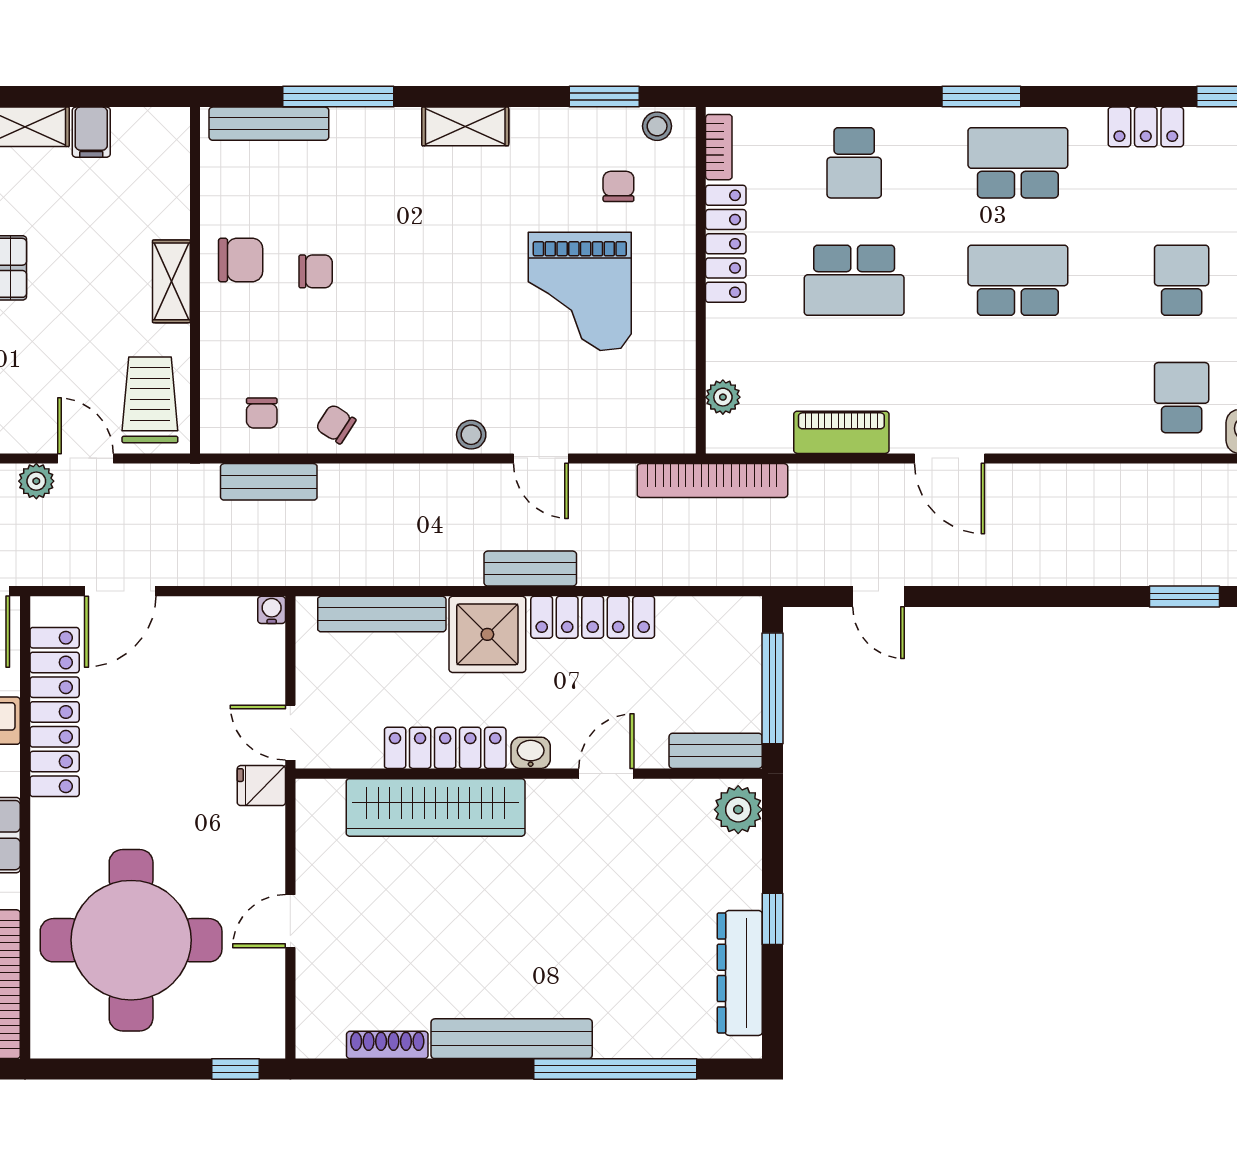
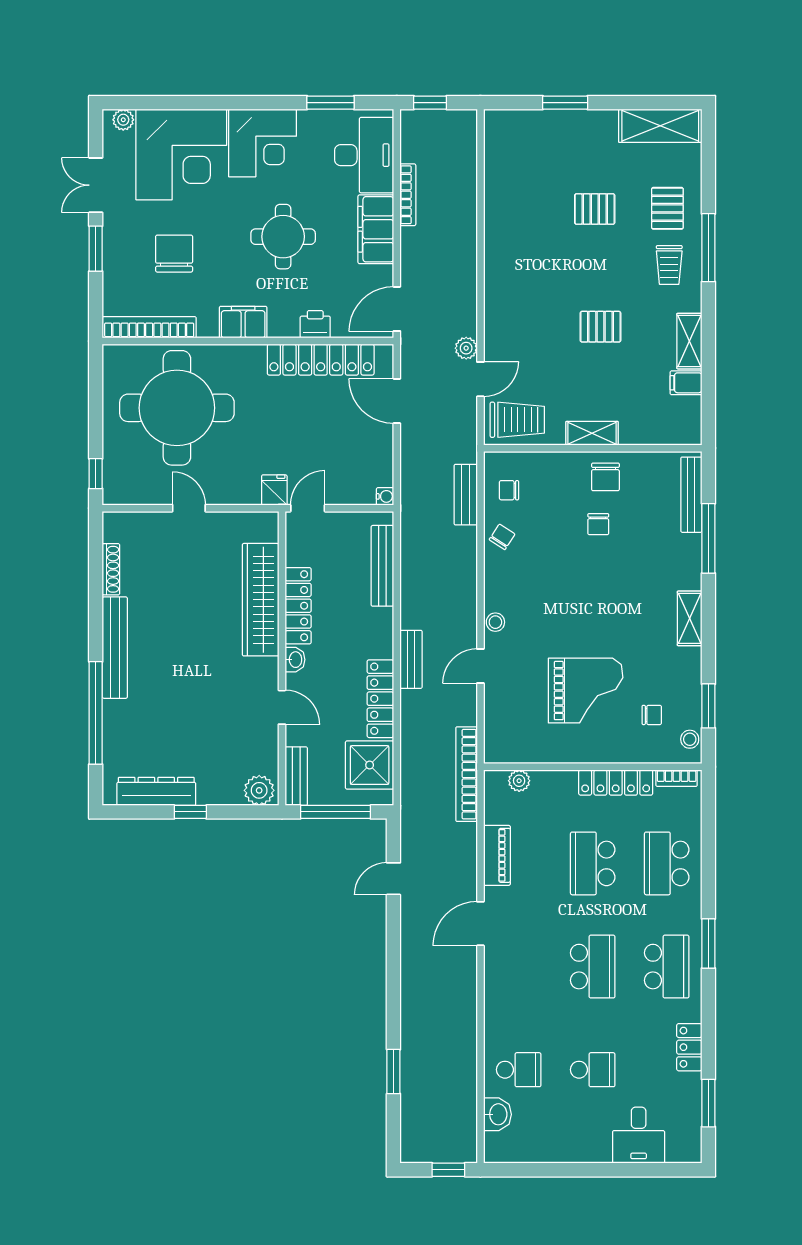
school desk: (854, 163) -> (667, 863), width x1.85
grand piano: (580, 291) -> (586, 691), turned 180
shower: (487, 634) -> (370, 765), moved

